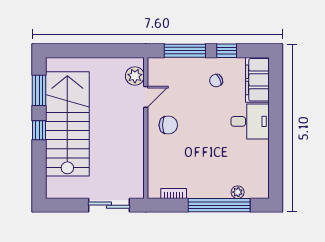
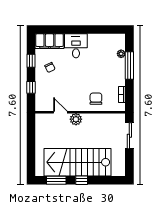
window: (185, 51) -> (31, 87), width x0.46
plant: (135, 76) -> (76, 119), moved
chair: (168, 125) -> (96, 99), moved
window: (219, 205) -> (129, 66), width x0.68

